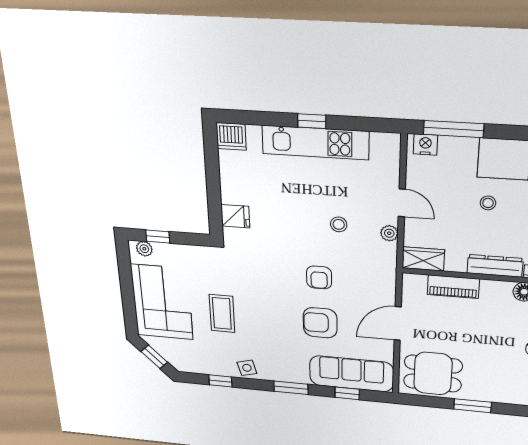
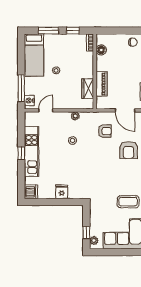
door: (402, 203) -> (46, 110), moved
fridge: (235, 216) -> (62, 192), moved
wardrobe: (423, 259) -> (88, 89), moved
dresser: (495, 266) -> (88, 65), removed
armchair: (319, 277) -> (105, 131), moved

